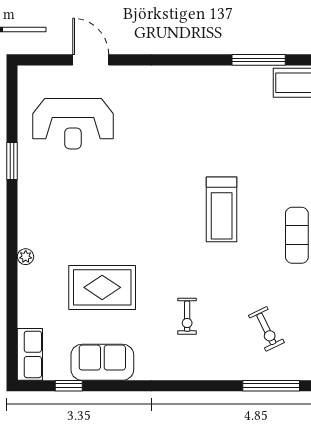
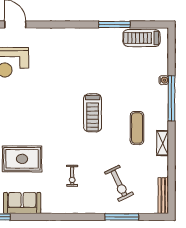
exercise bike: (266, 329) -> (119, 183), width x1.38, depth x1.39

